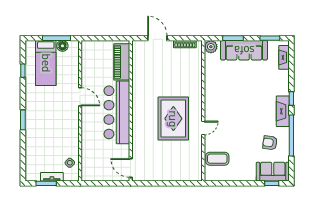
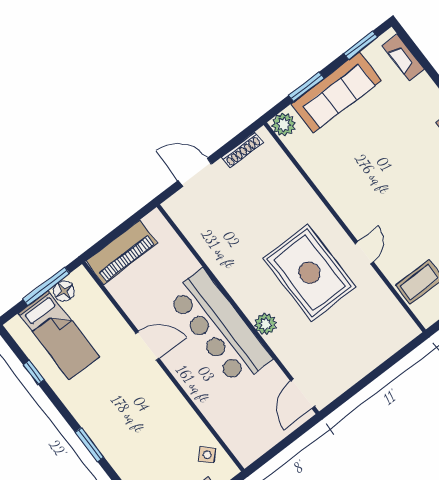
piano: (122, 62) -> (122, 252), moved, turned -90
plant: (138, 126) -> (265, 324), added
door: (131, 168) -> (303, 394), hinge flipped

